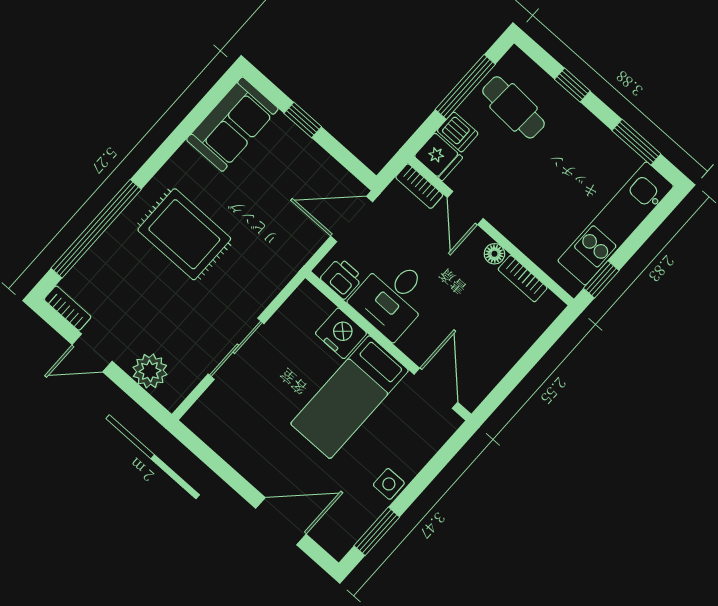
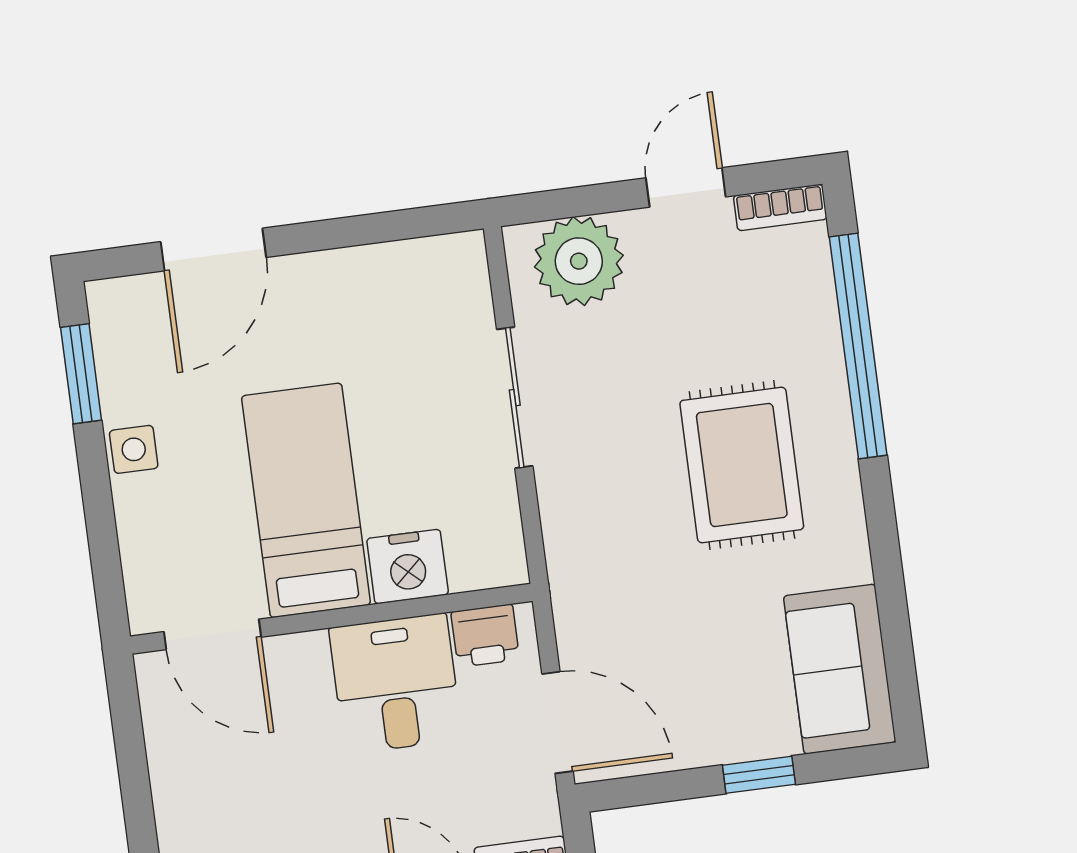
door: (352, 219) -> (557, 722), hinge flipped
rug: (184, 234) -> (742, 465), turned 90
plant: (150, 371) -> (579, 261), width x1.36, depth x1.36

